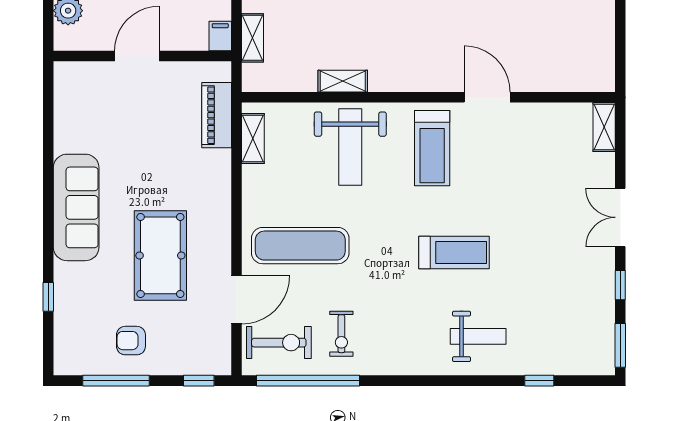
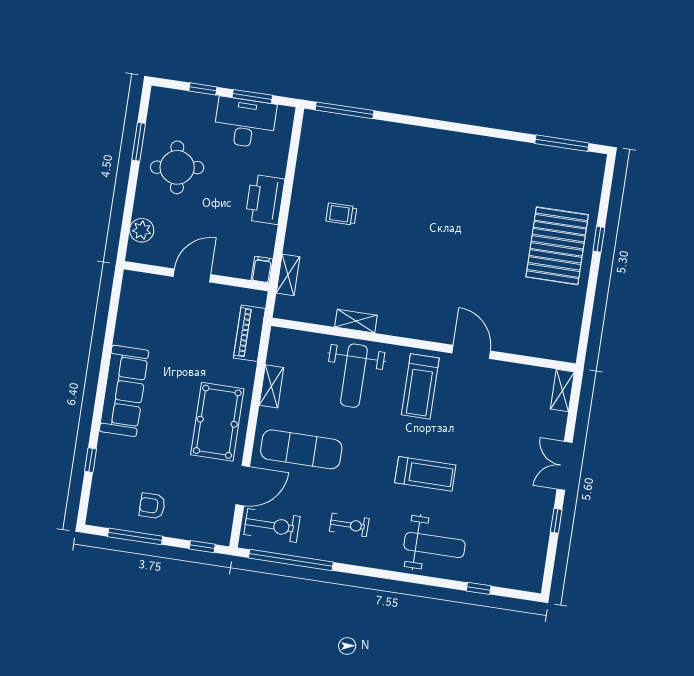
shelving: (253, 138) -> (271, 386), moved
pool table: (160, 255) -> (217, 422), moved
exercise bike: (341, 334) -> (349, 525), moved, turned -90
weight bench: (478, 336) -> (435, 545), width x1.36, depth x1.33
window: (620, 345) -> (549, 570), removed

